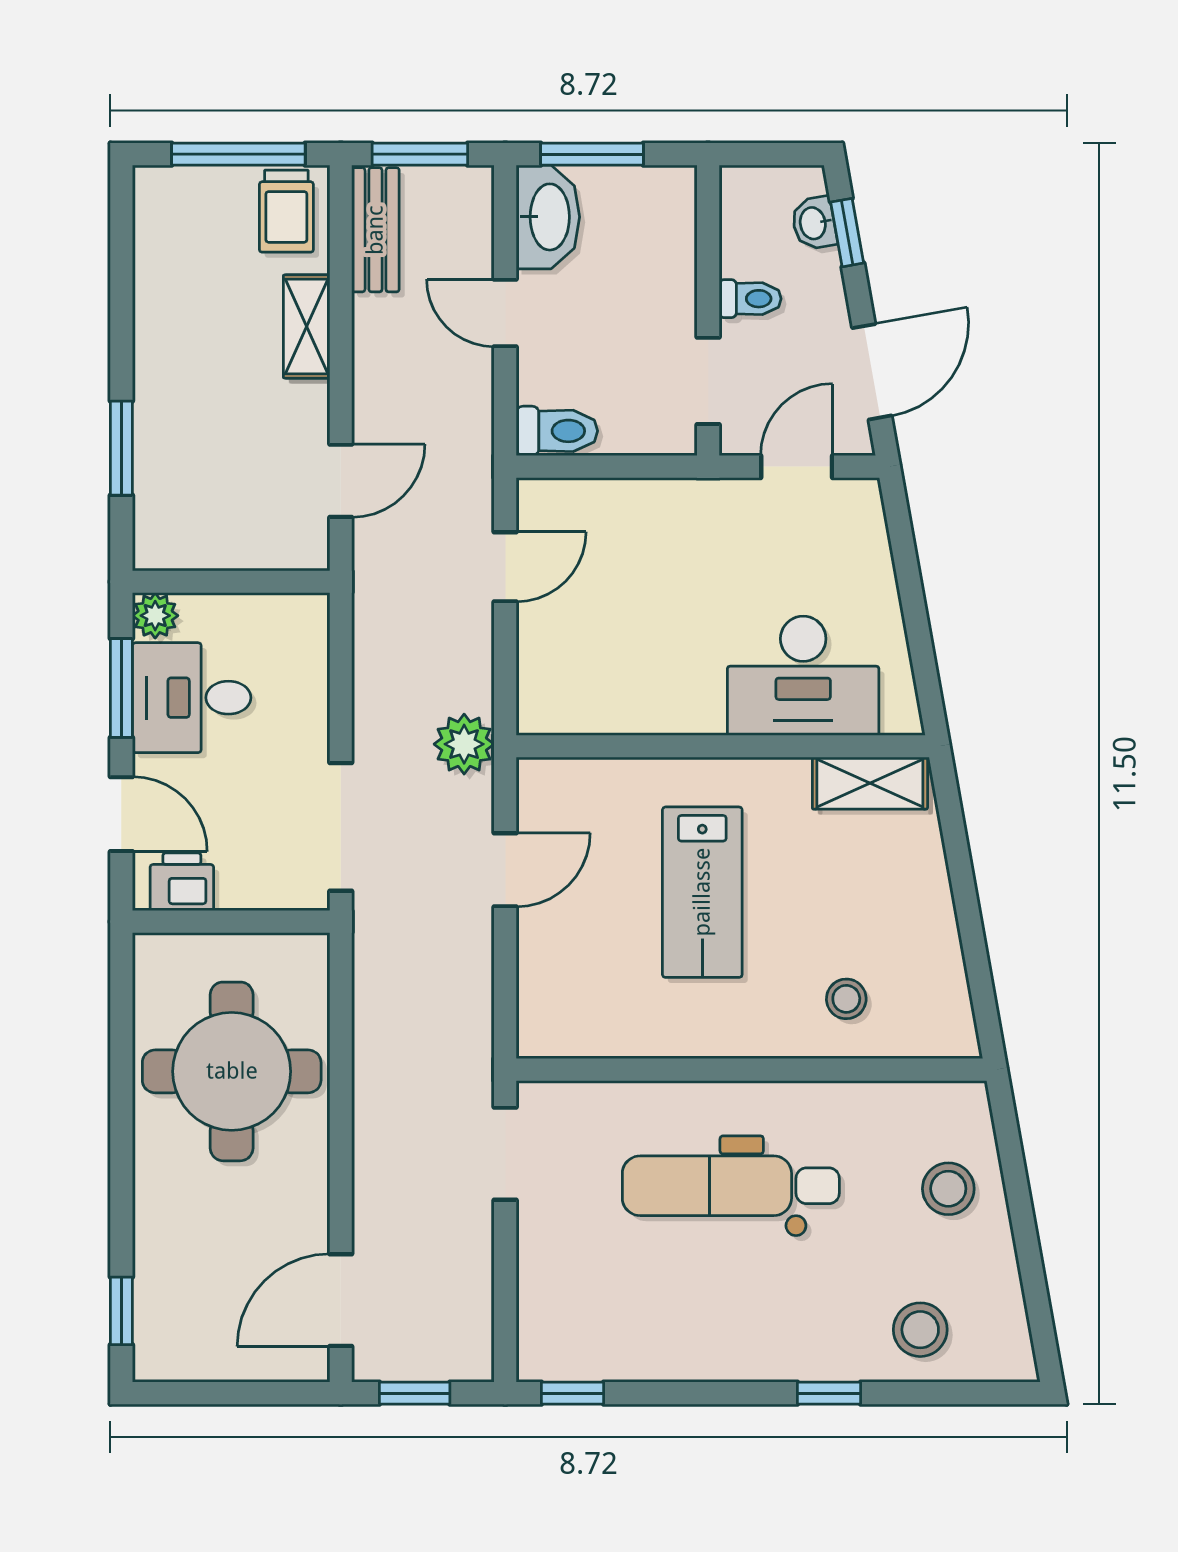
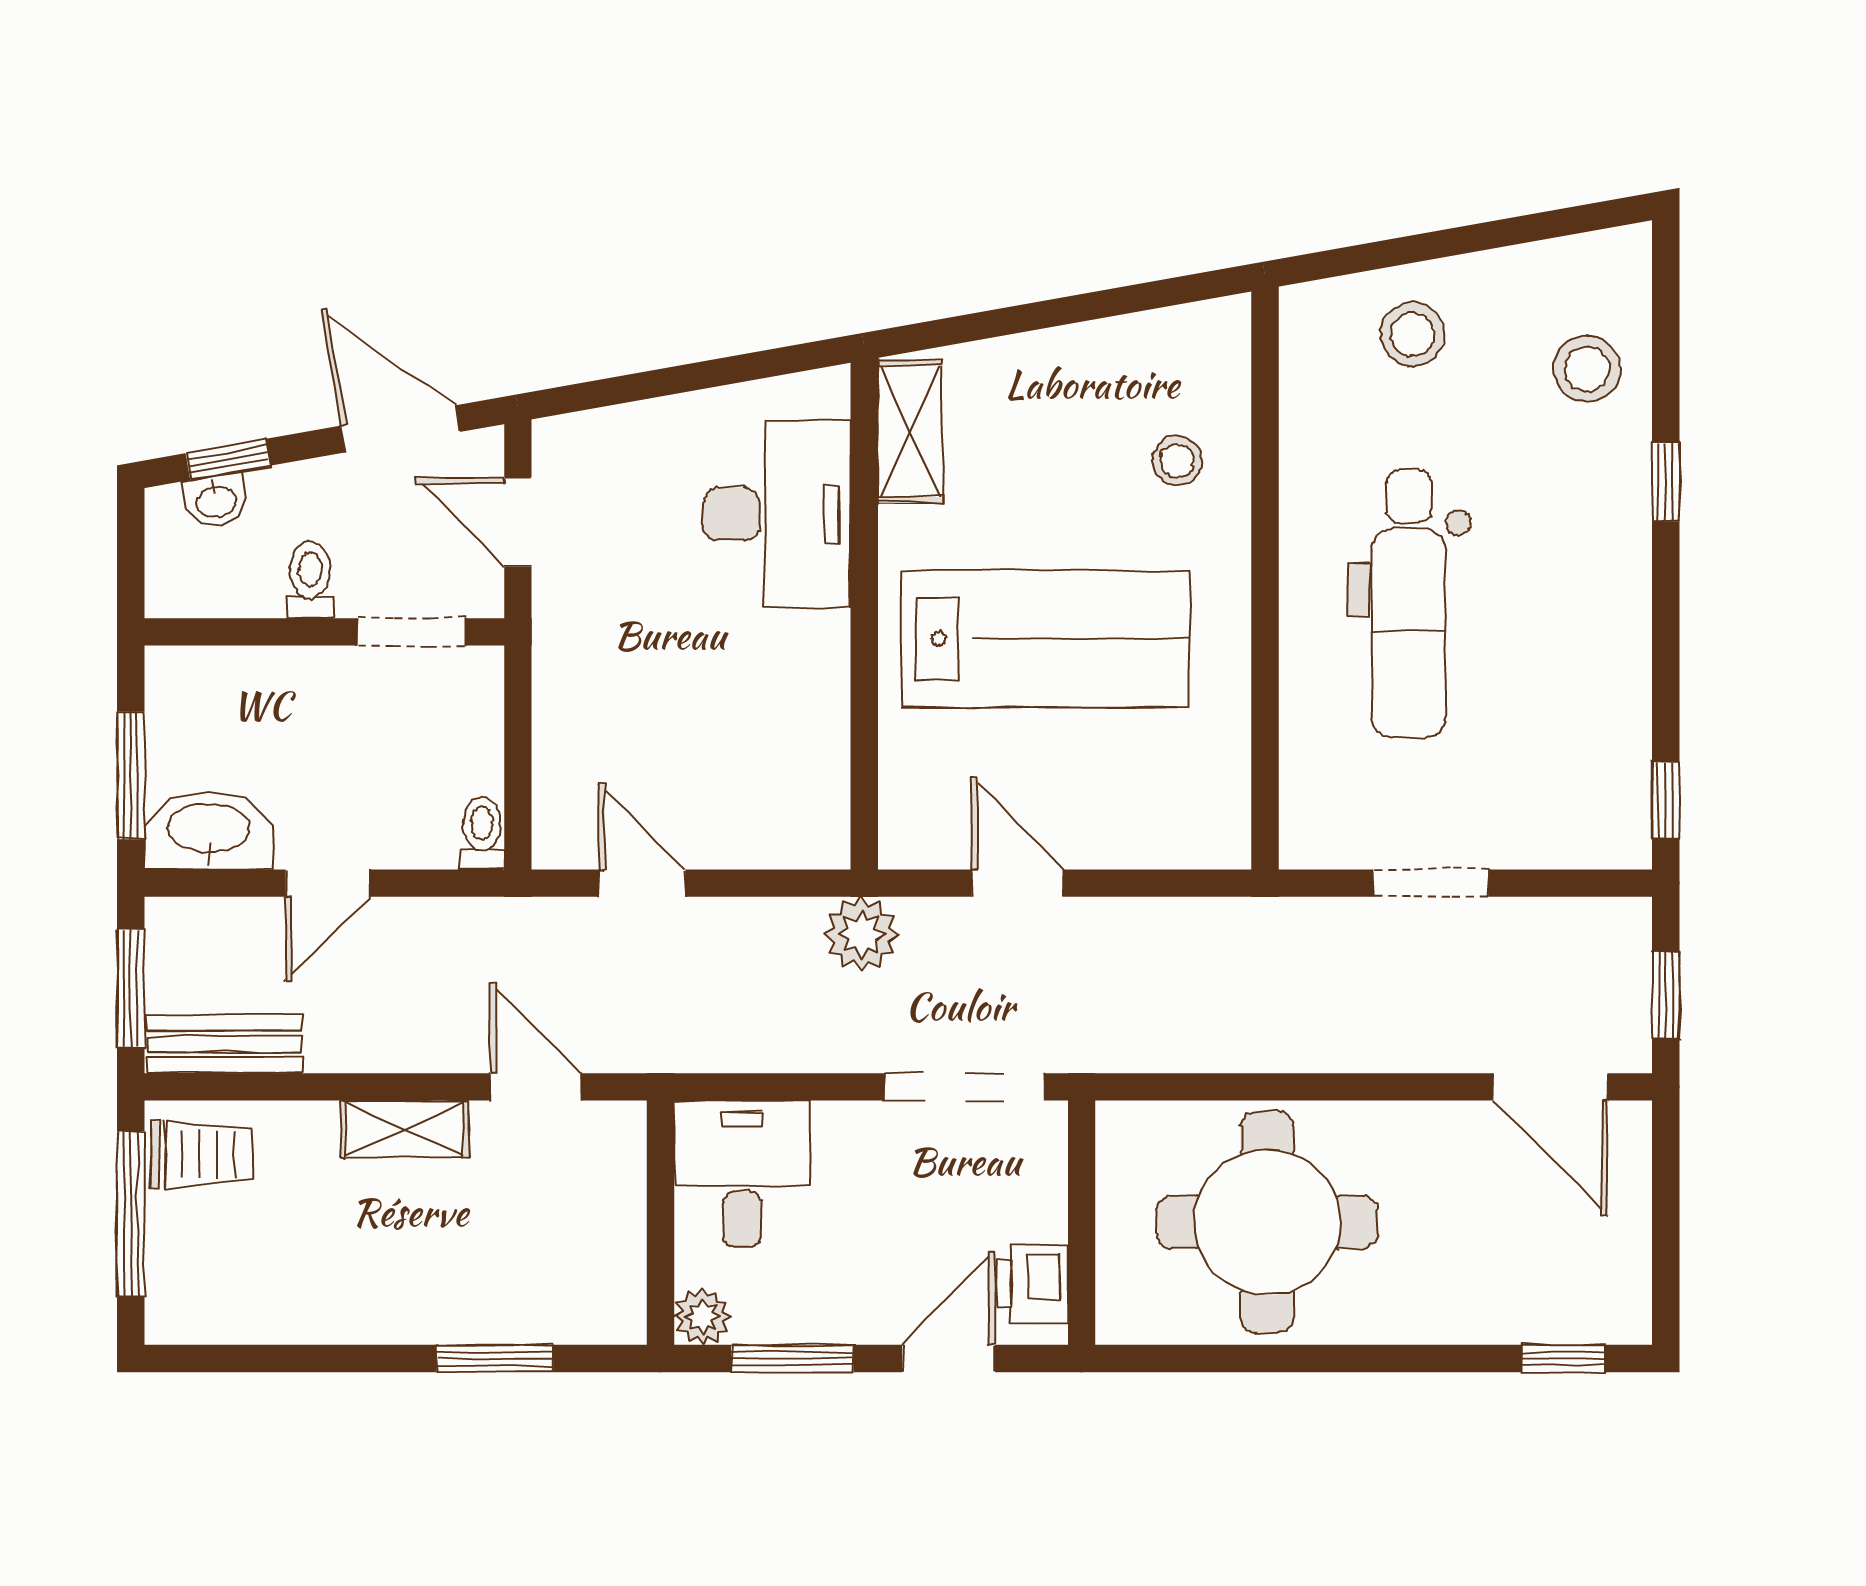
shelving: (307, 326) -> (405, 1129), moved
toilet: (557, 431) -> (482, 833), width x0.73, depth x0.72
desk: (192, 698) -> (742, 1174), moved, turned 180
lab bench: (702, 892) -> (1045, 639), width x1.36, depth x1.39
doorway: (505, 1154) -> (1431, 883), moved

